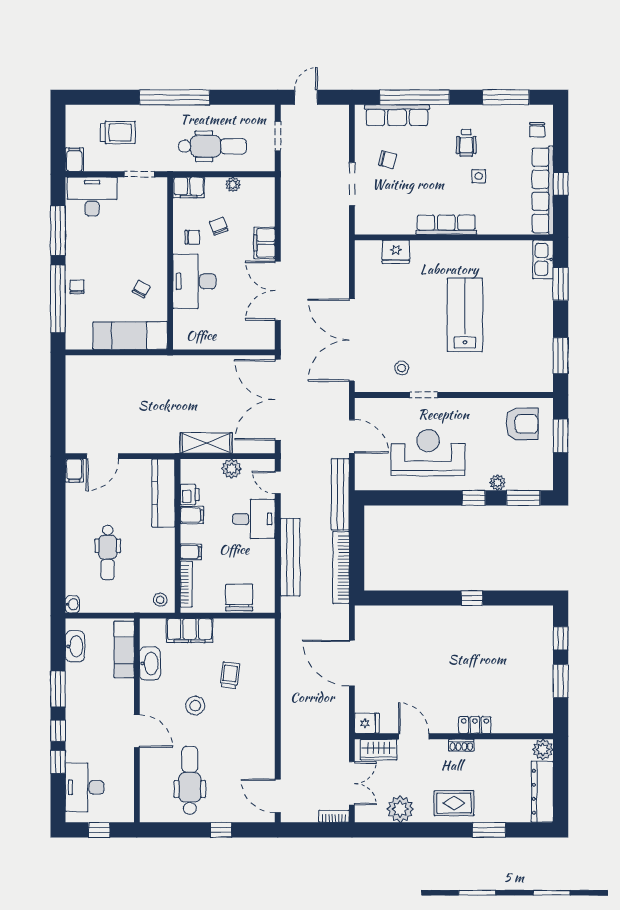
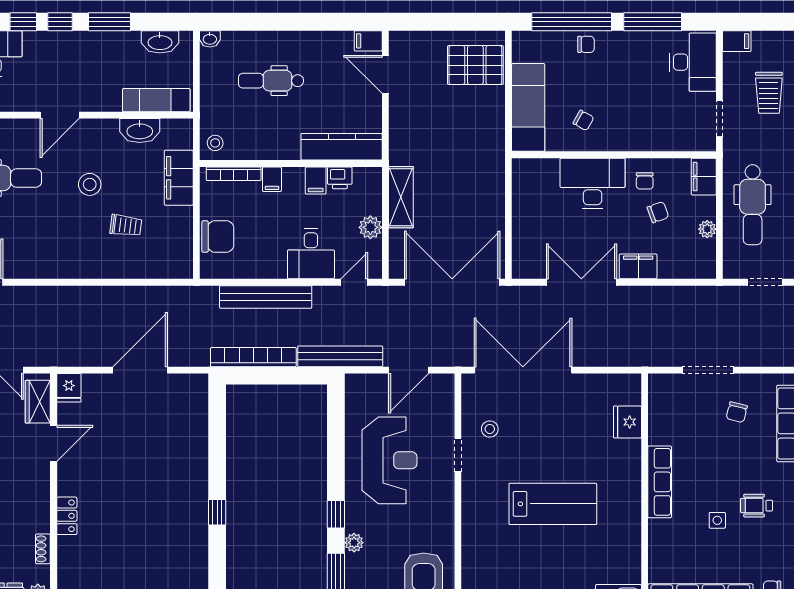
pallet: (94, 380) -> (475, 65), added
shoe rack: (461, 745) -> (43, 549), moved

